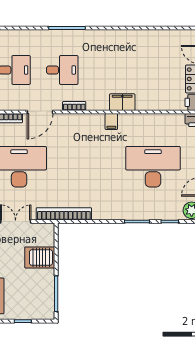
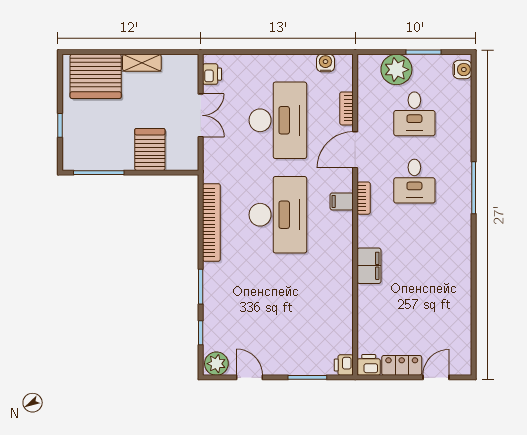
door: (40, 112) -> (355, 150), hinge flipped
filing cabinet: (111, 122) -> (342, 201), moved
desk: (153, 167) -> (278, 215), moved
bookcase: (64, 214) -> (211, 222), moved

